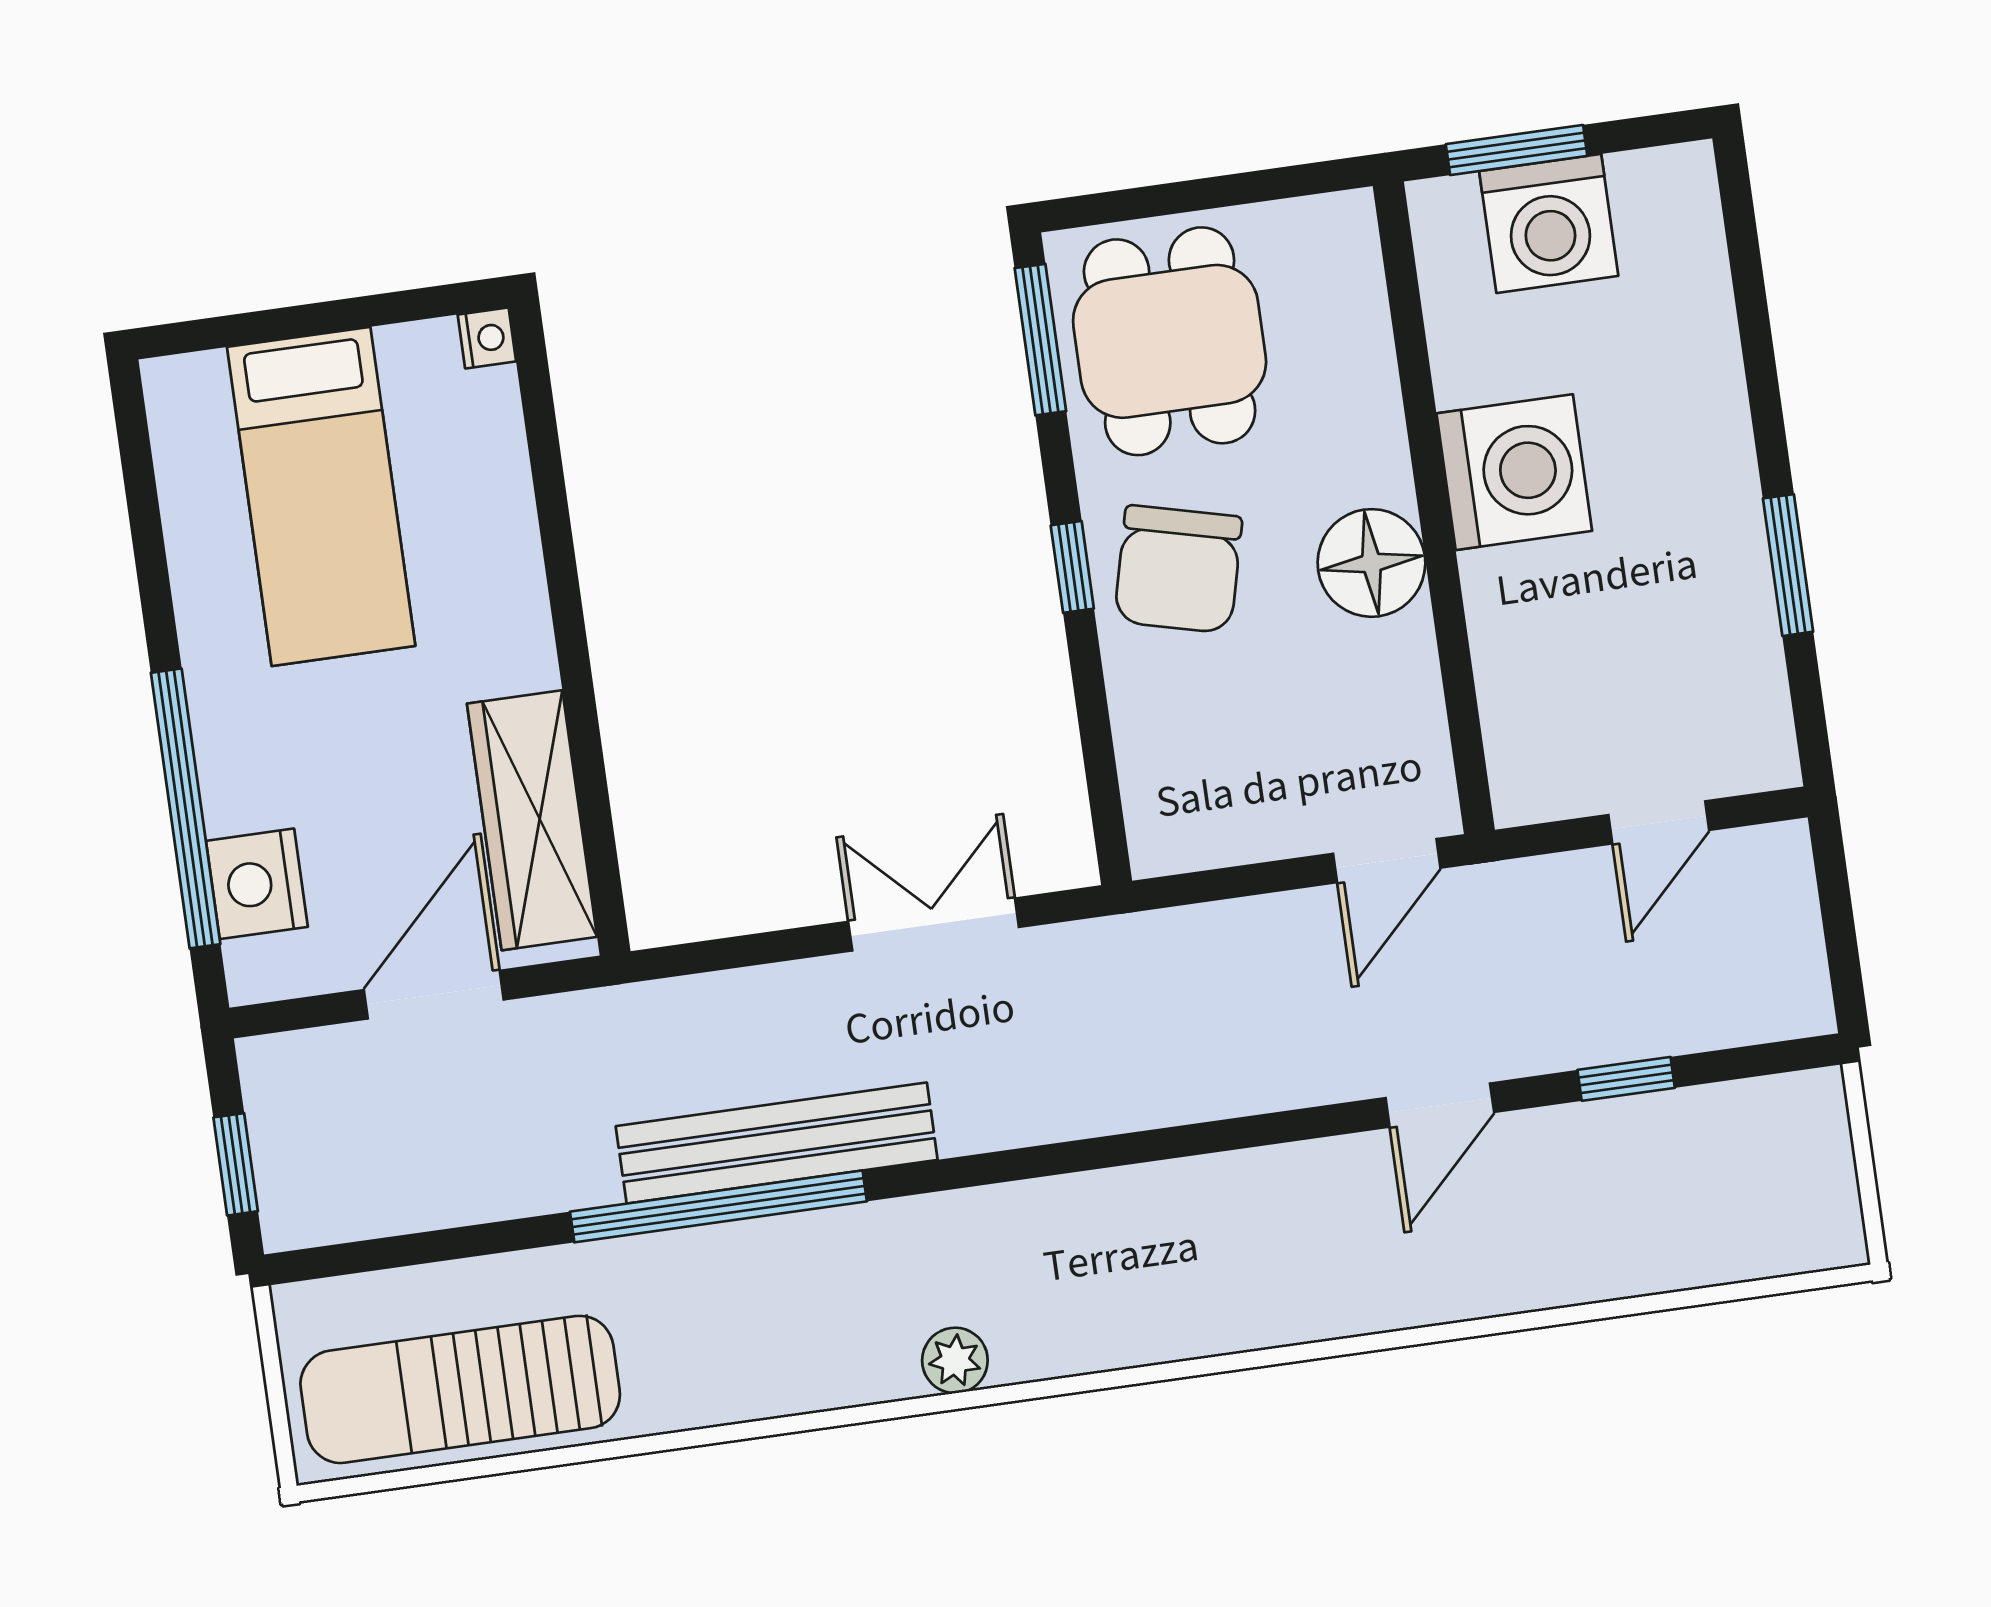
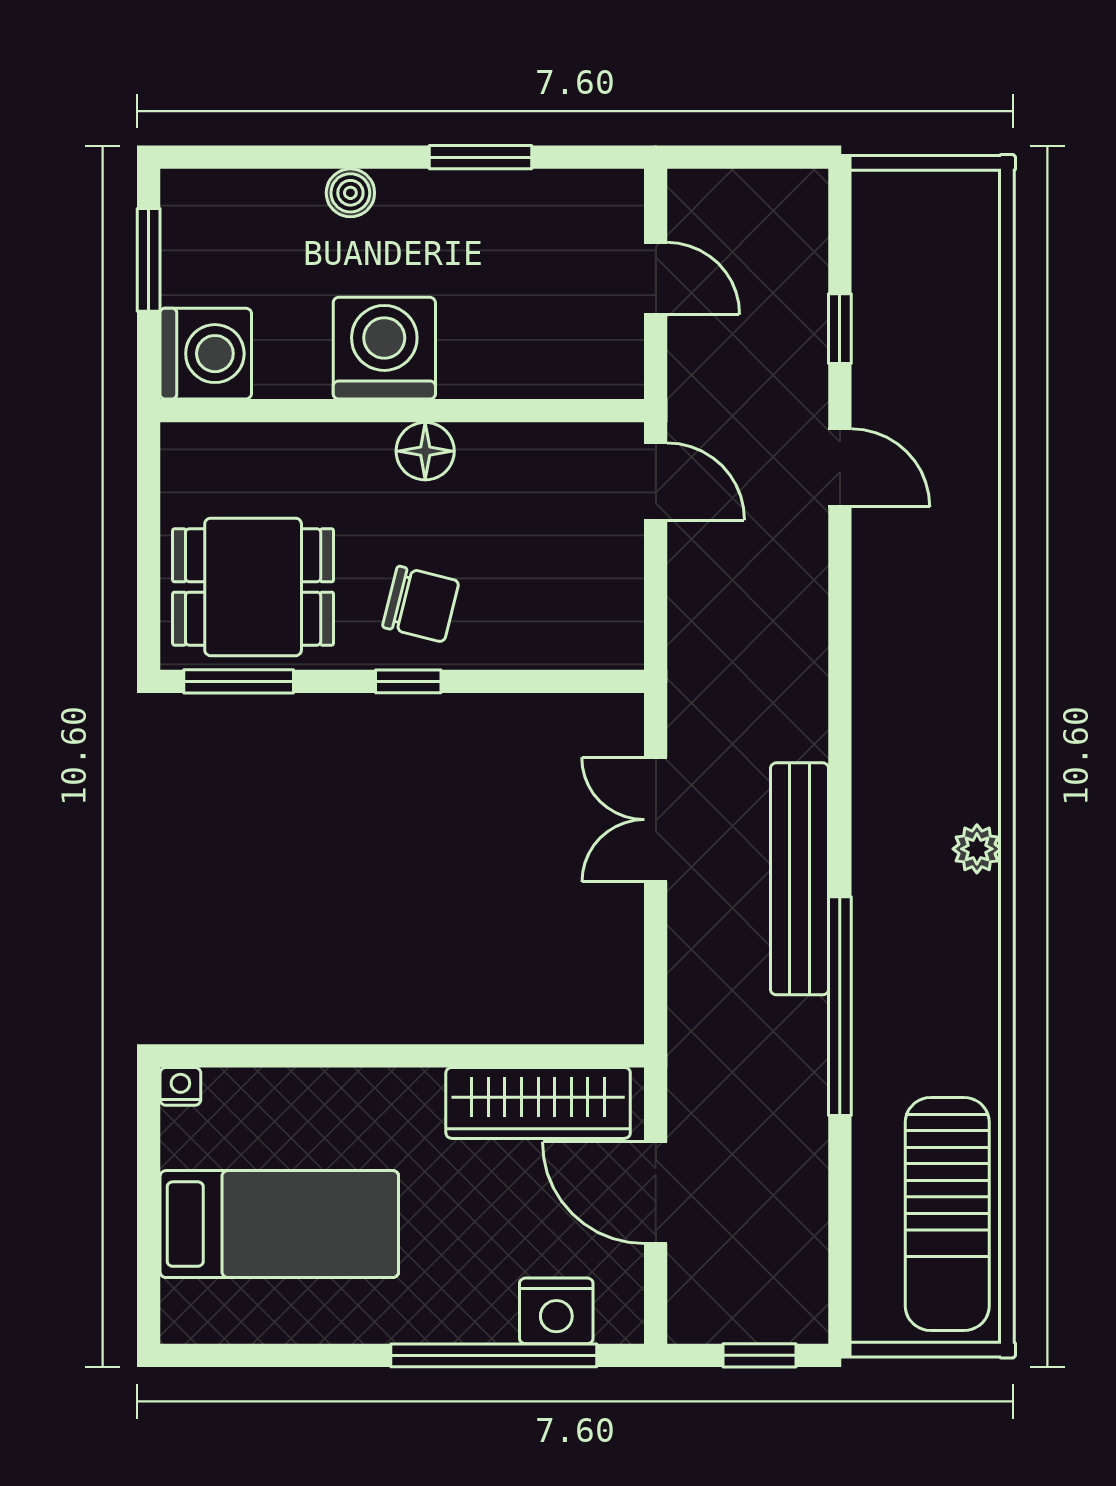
window: (1517, 150) -> (149, 260), moved
washing machine: (1549, 223) -> (206, 354), moved
boiler: (1716, 398) -> (350, 193), added
floor lamp: (1371, 563) -> (425, 451), width x0.73, depth x0.73
chair: (1178, 569) -> (421, 604), width x0.73, depth x0.73
bench: (777, 1143) -> (800, 879), moved

